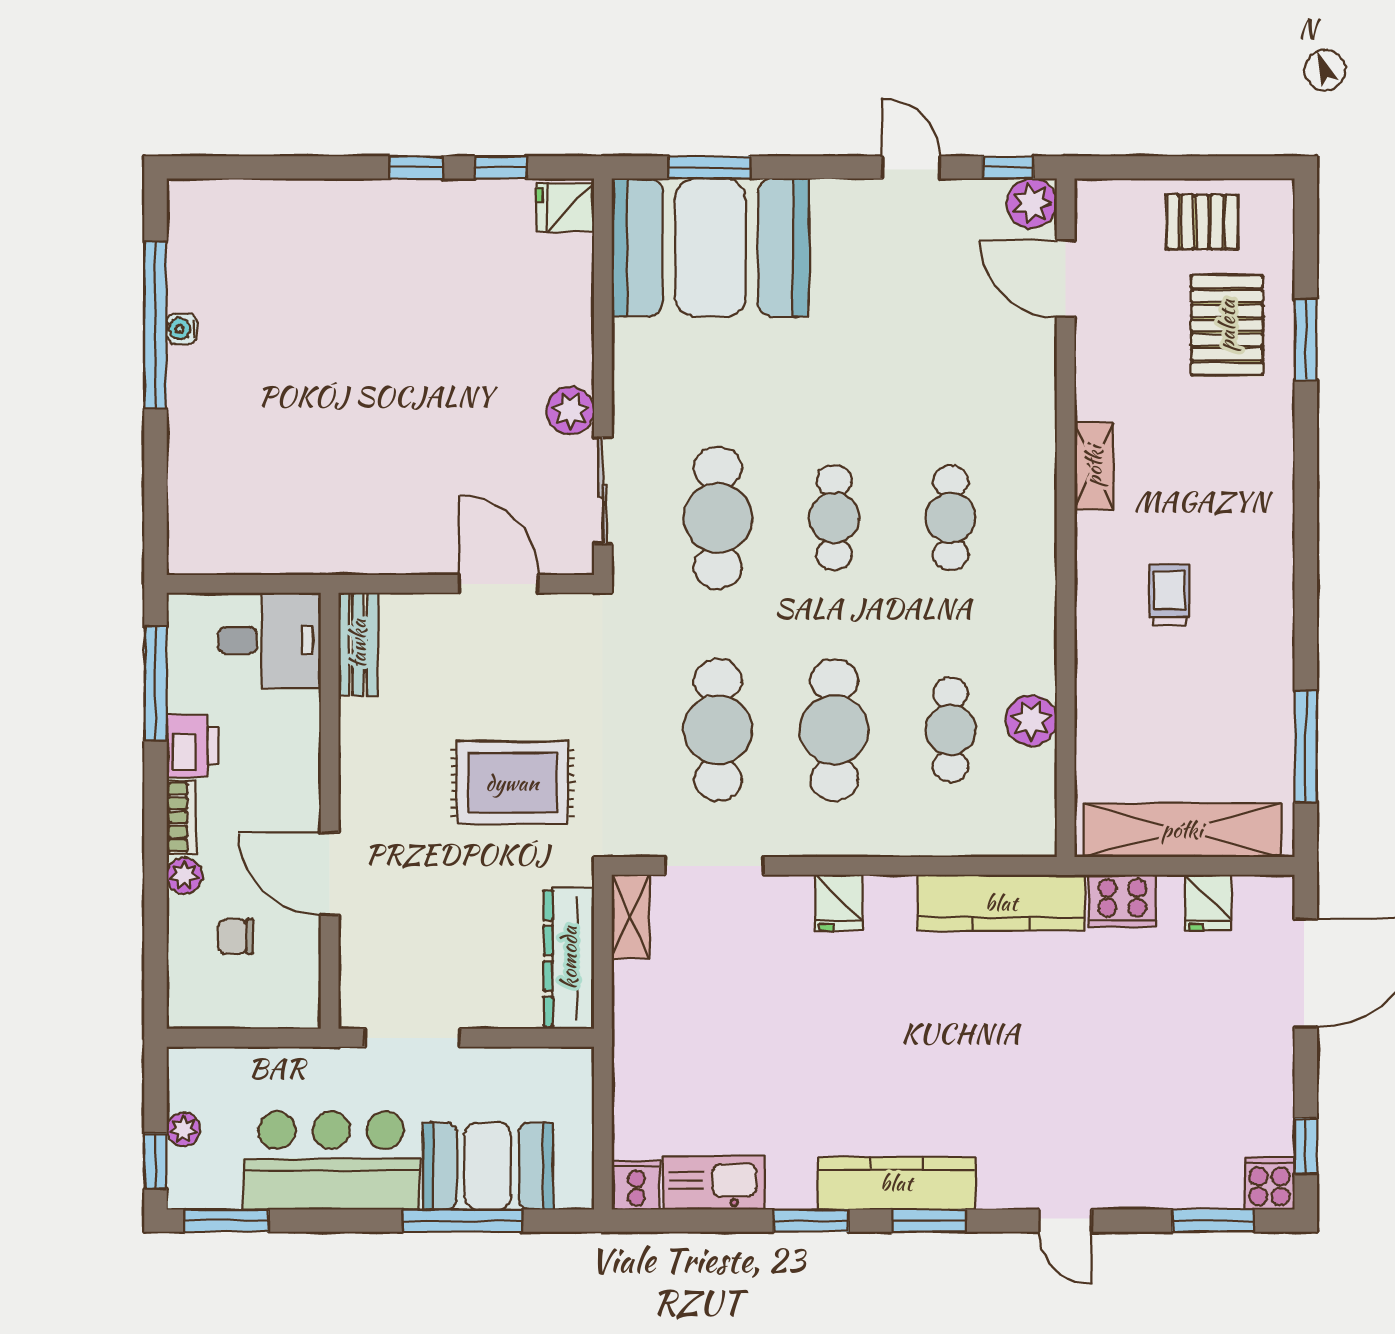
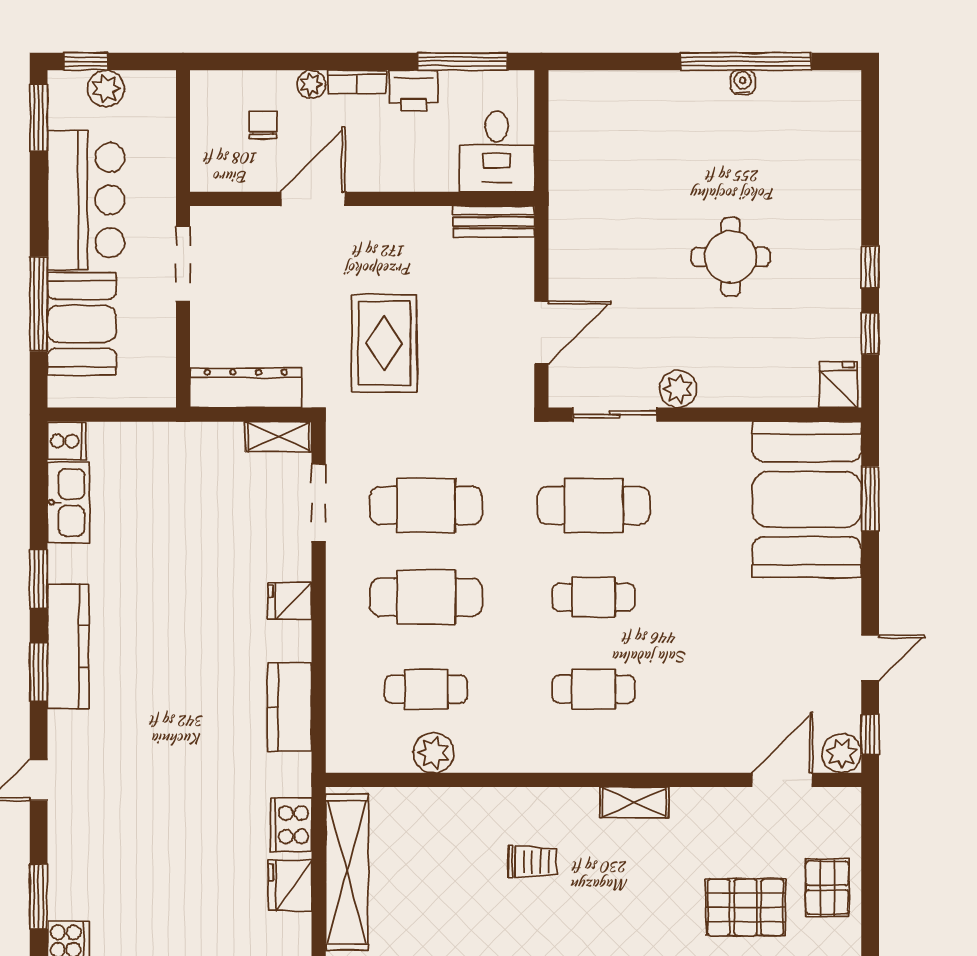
round table: (403, 344) -> (731, 257), added
fridge: (1208, 902) -> (290, 885), width x1.38
kitchen counter: (1001, 903) -> (290, 707), width x0.67
plant: (183, 1129) -> (106, 89), width x1.38, depth x1.38

